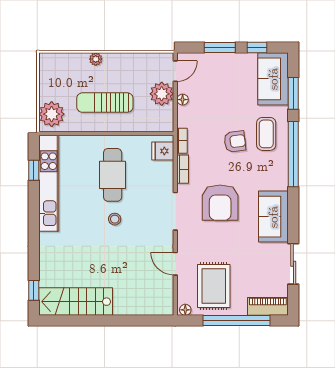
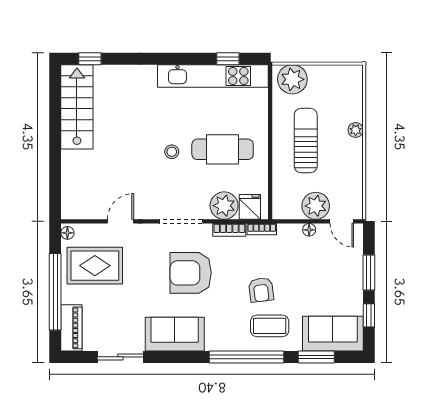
plant: (162, 174) -> (224, 206), added

